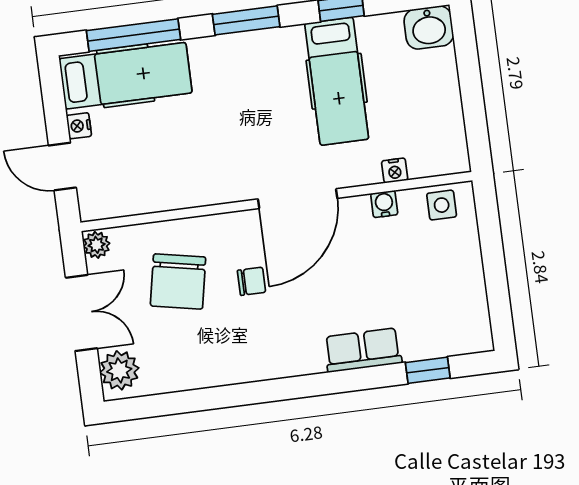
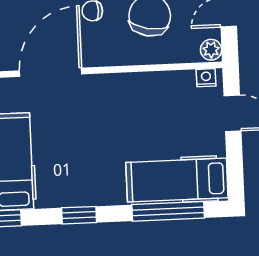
window: (246, 20) -> (79, 215), width x0.67
nightstand: (79, 126) -> (206, 78), moved, turned -90

